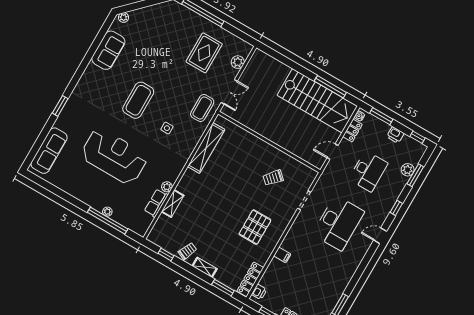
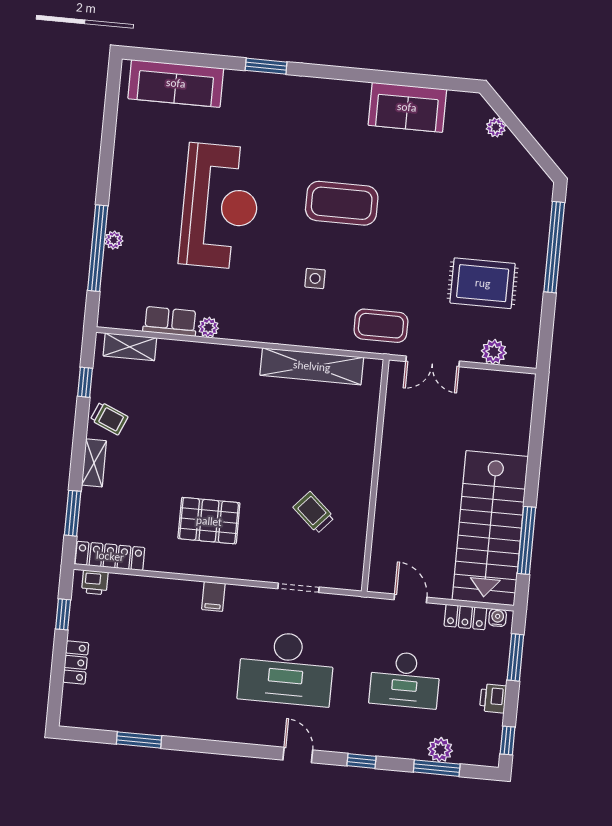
plant: (123, 17) -> (496, 127), moved
shelving: (173, 204) -> (130, 347), moved
filing cabinet: (282, 255) -> (213, 596), moved

